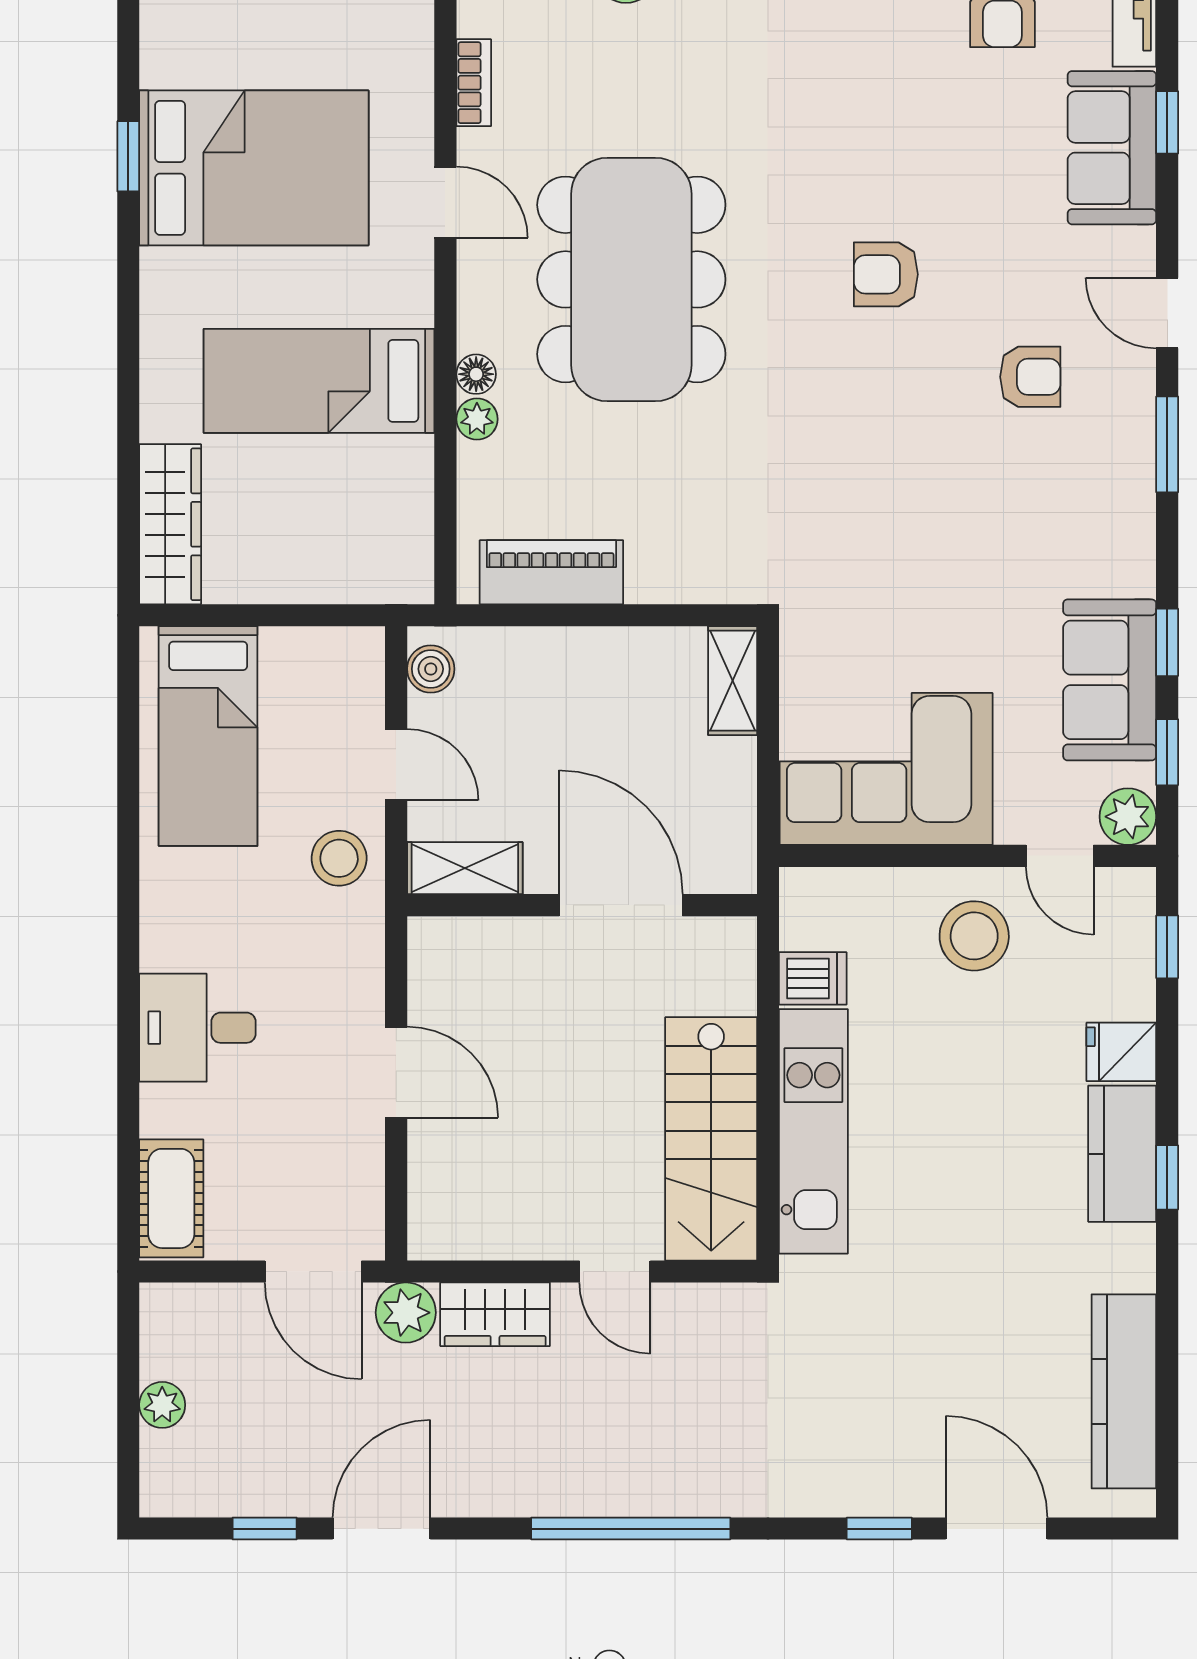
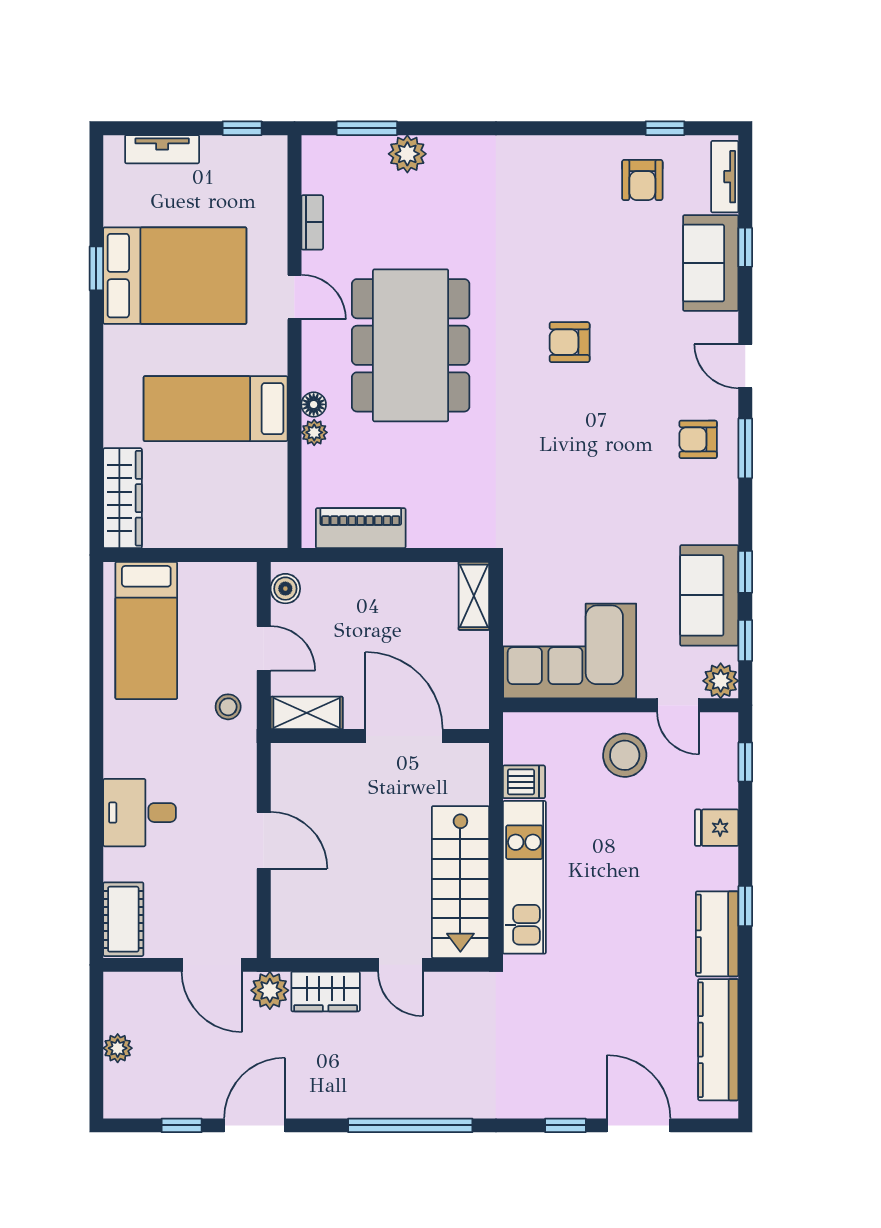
armchair: (1030, 377) -> (698, 439), moved, turned 180
stool: (339, 858) -> (228, 707), width x0.73, depth x0.73
kitchen counter: (1122, 1154) -> (717, 934), moved

